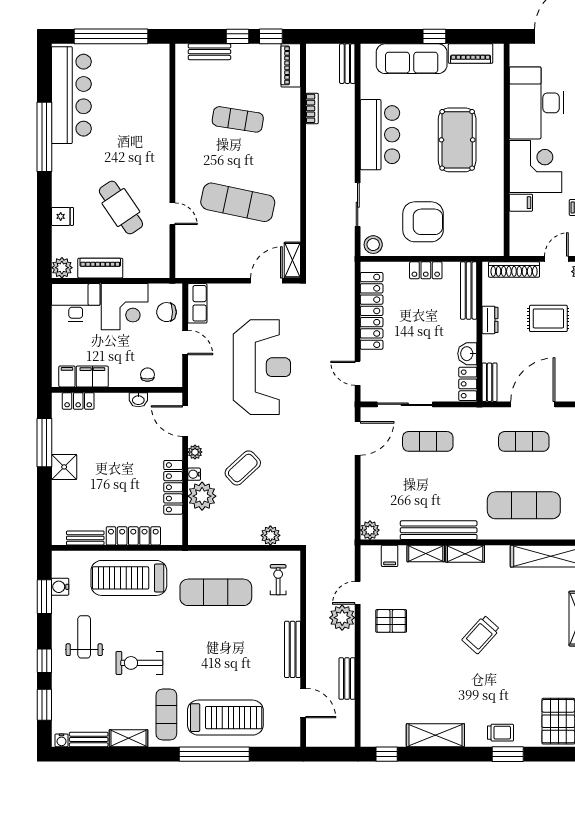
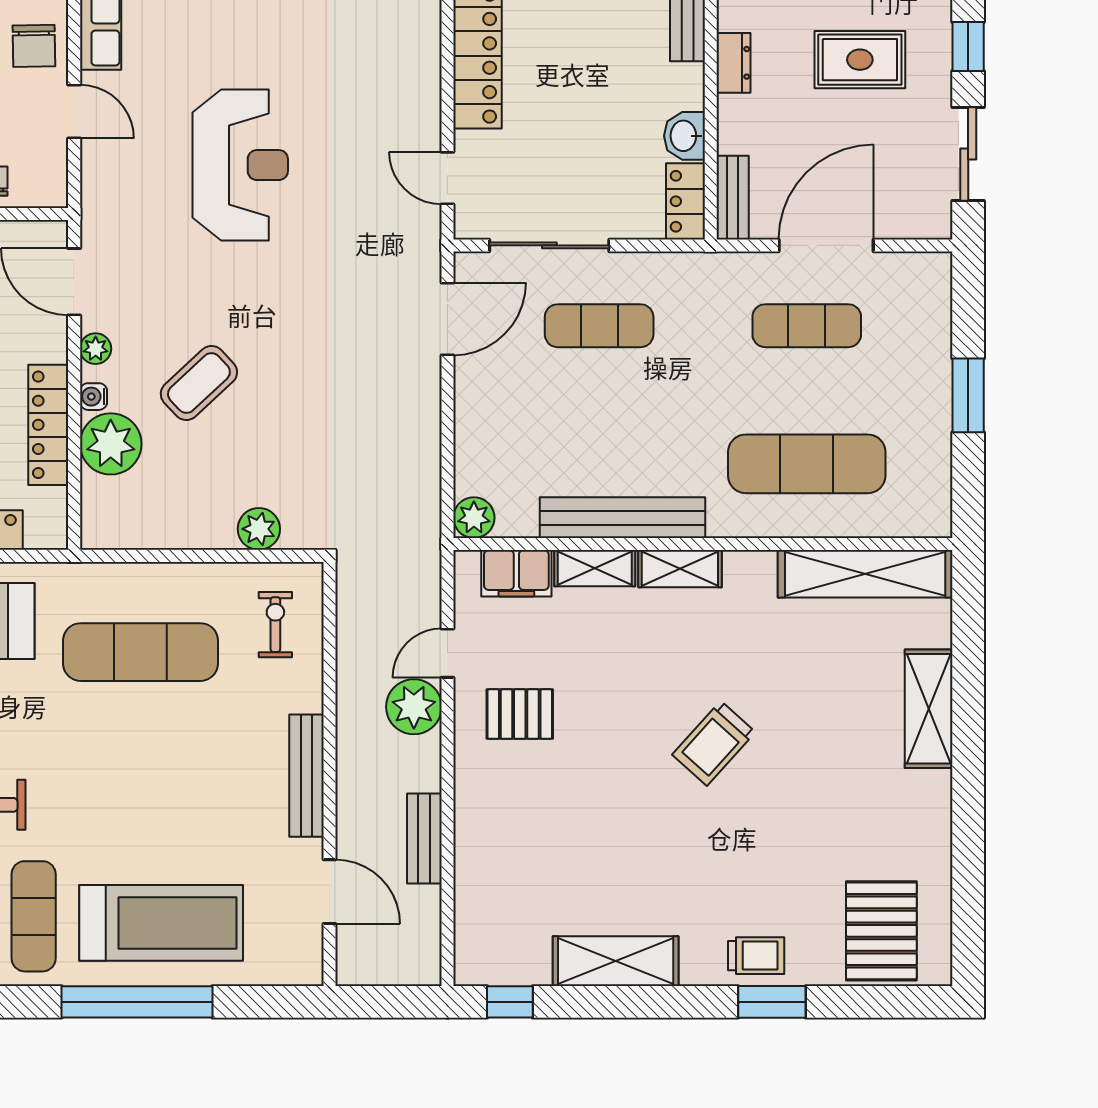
chair: (167, 312) -> (34, 46), turned -91
reception desk: (262, 367) -> (240, 165), width x0.74, depth x0.77
filing cabinet: (390, 556) -> (516, 573), width x2.00

